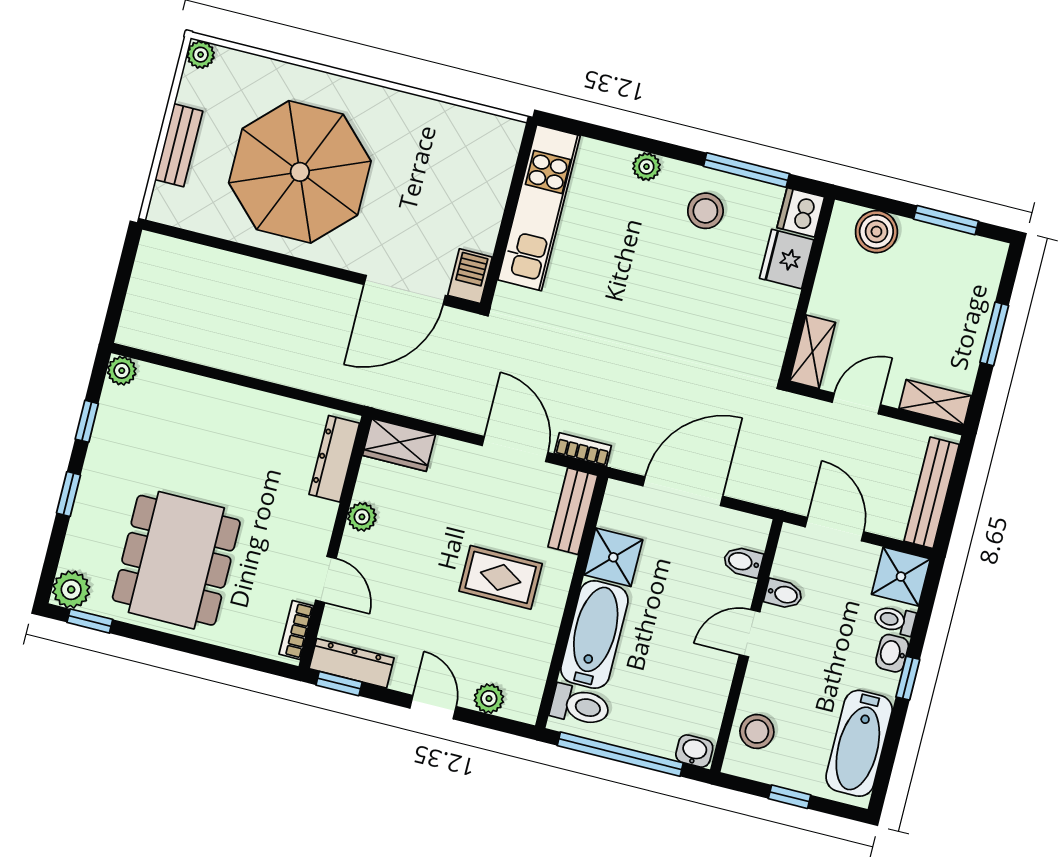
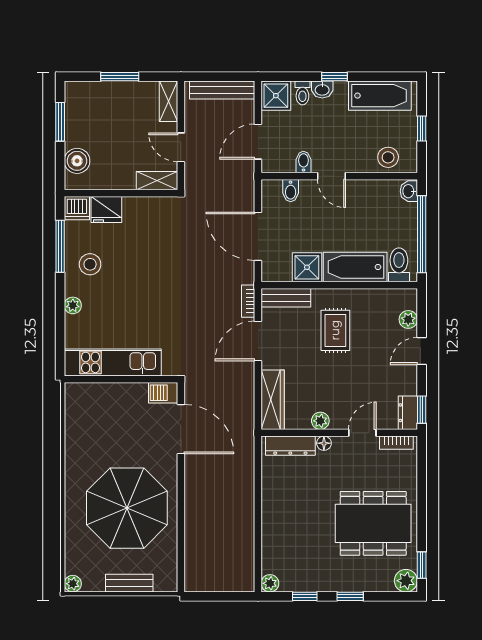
wardrobe: (399, 445) -> (273, 400), width x1.50
floor lamp: (325, 514) -> (324, 443), added
dresser: (352, 663) -> (408, 413), width x0.70

